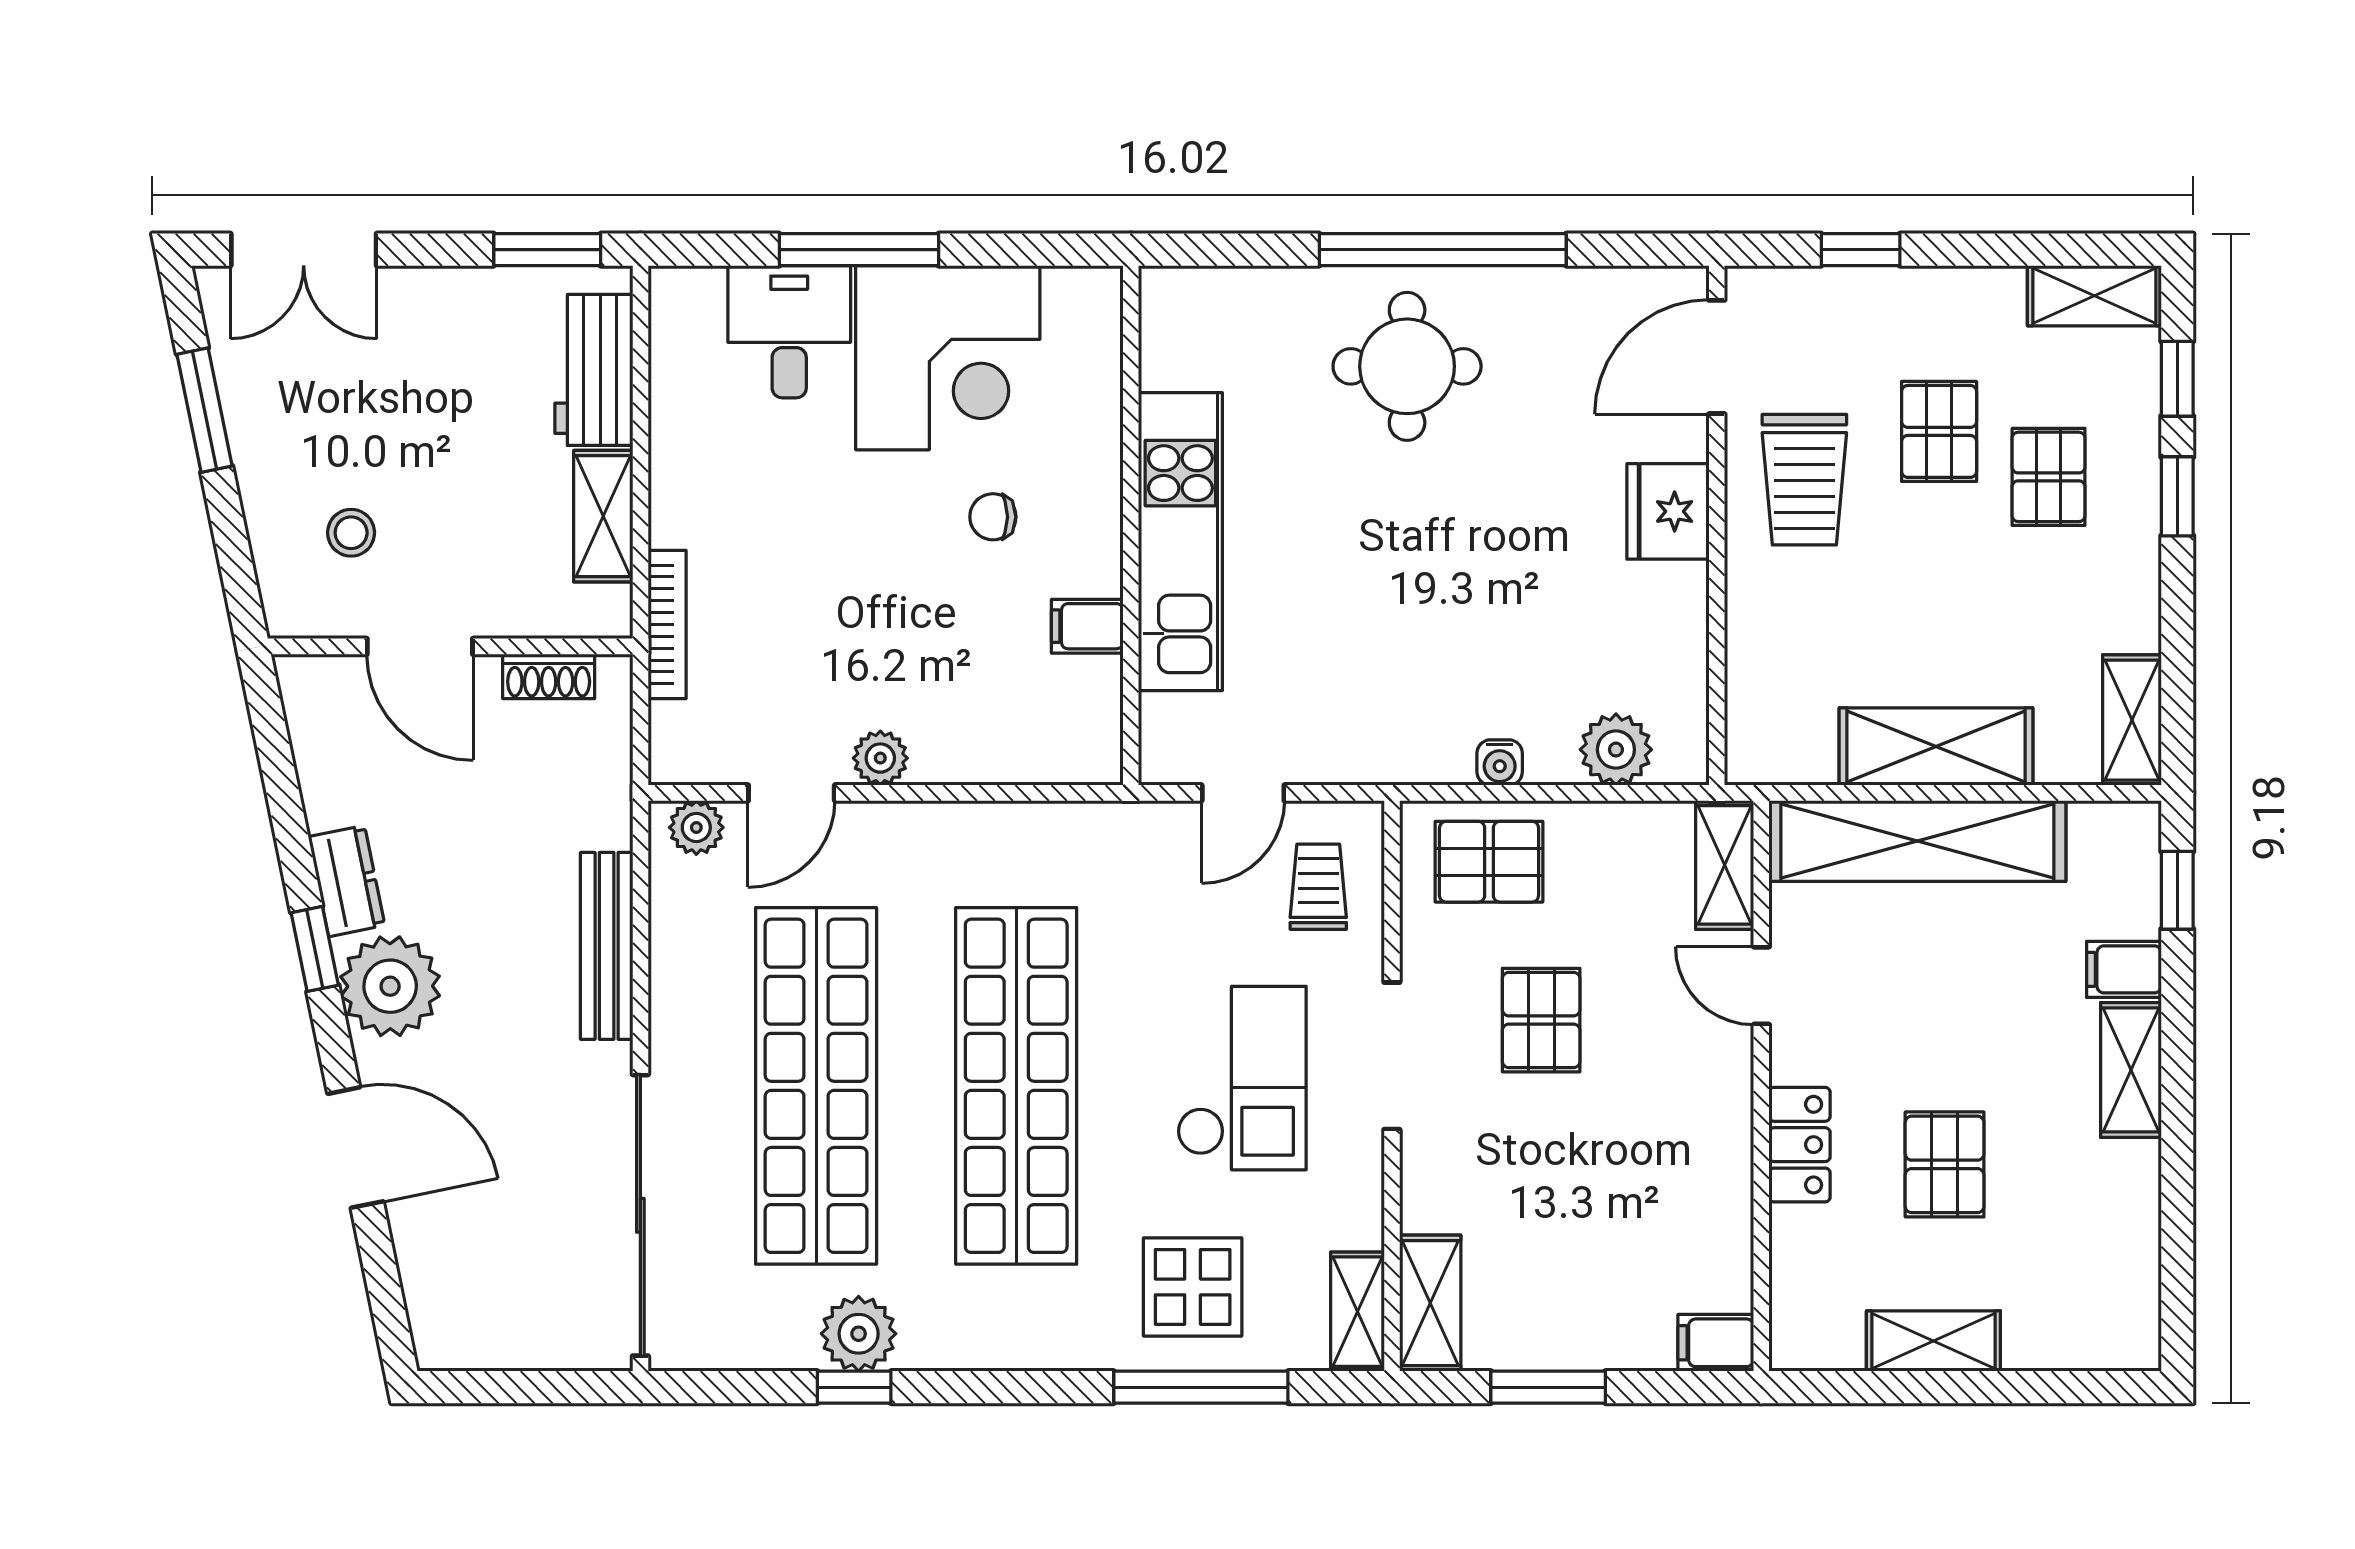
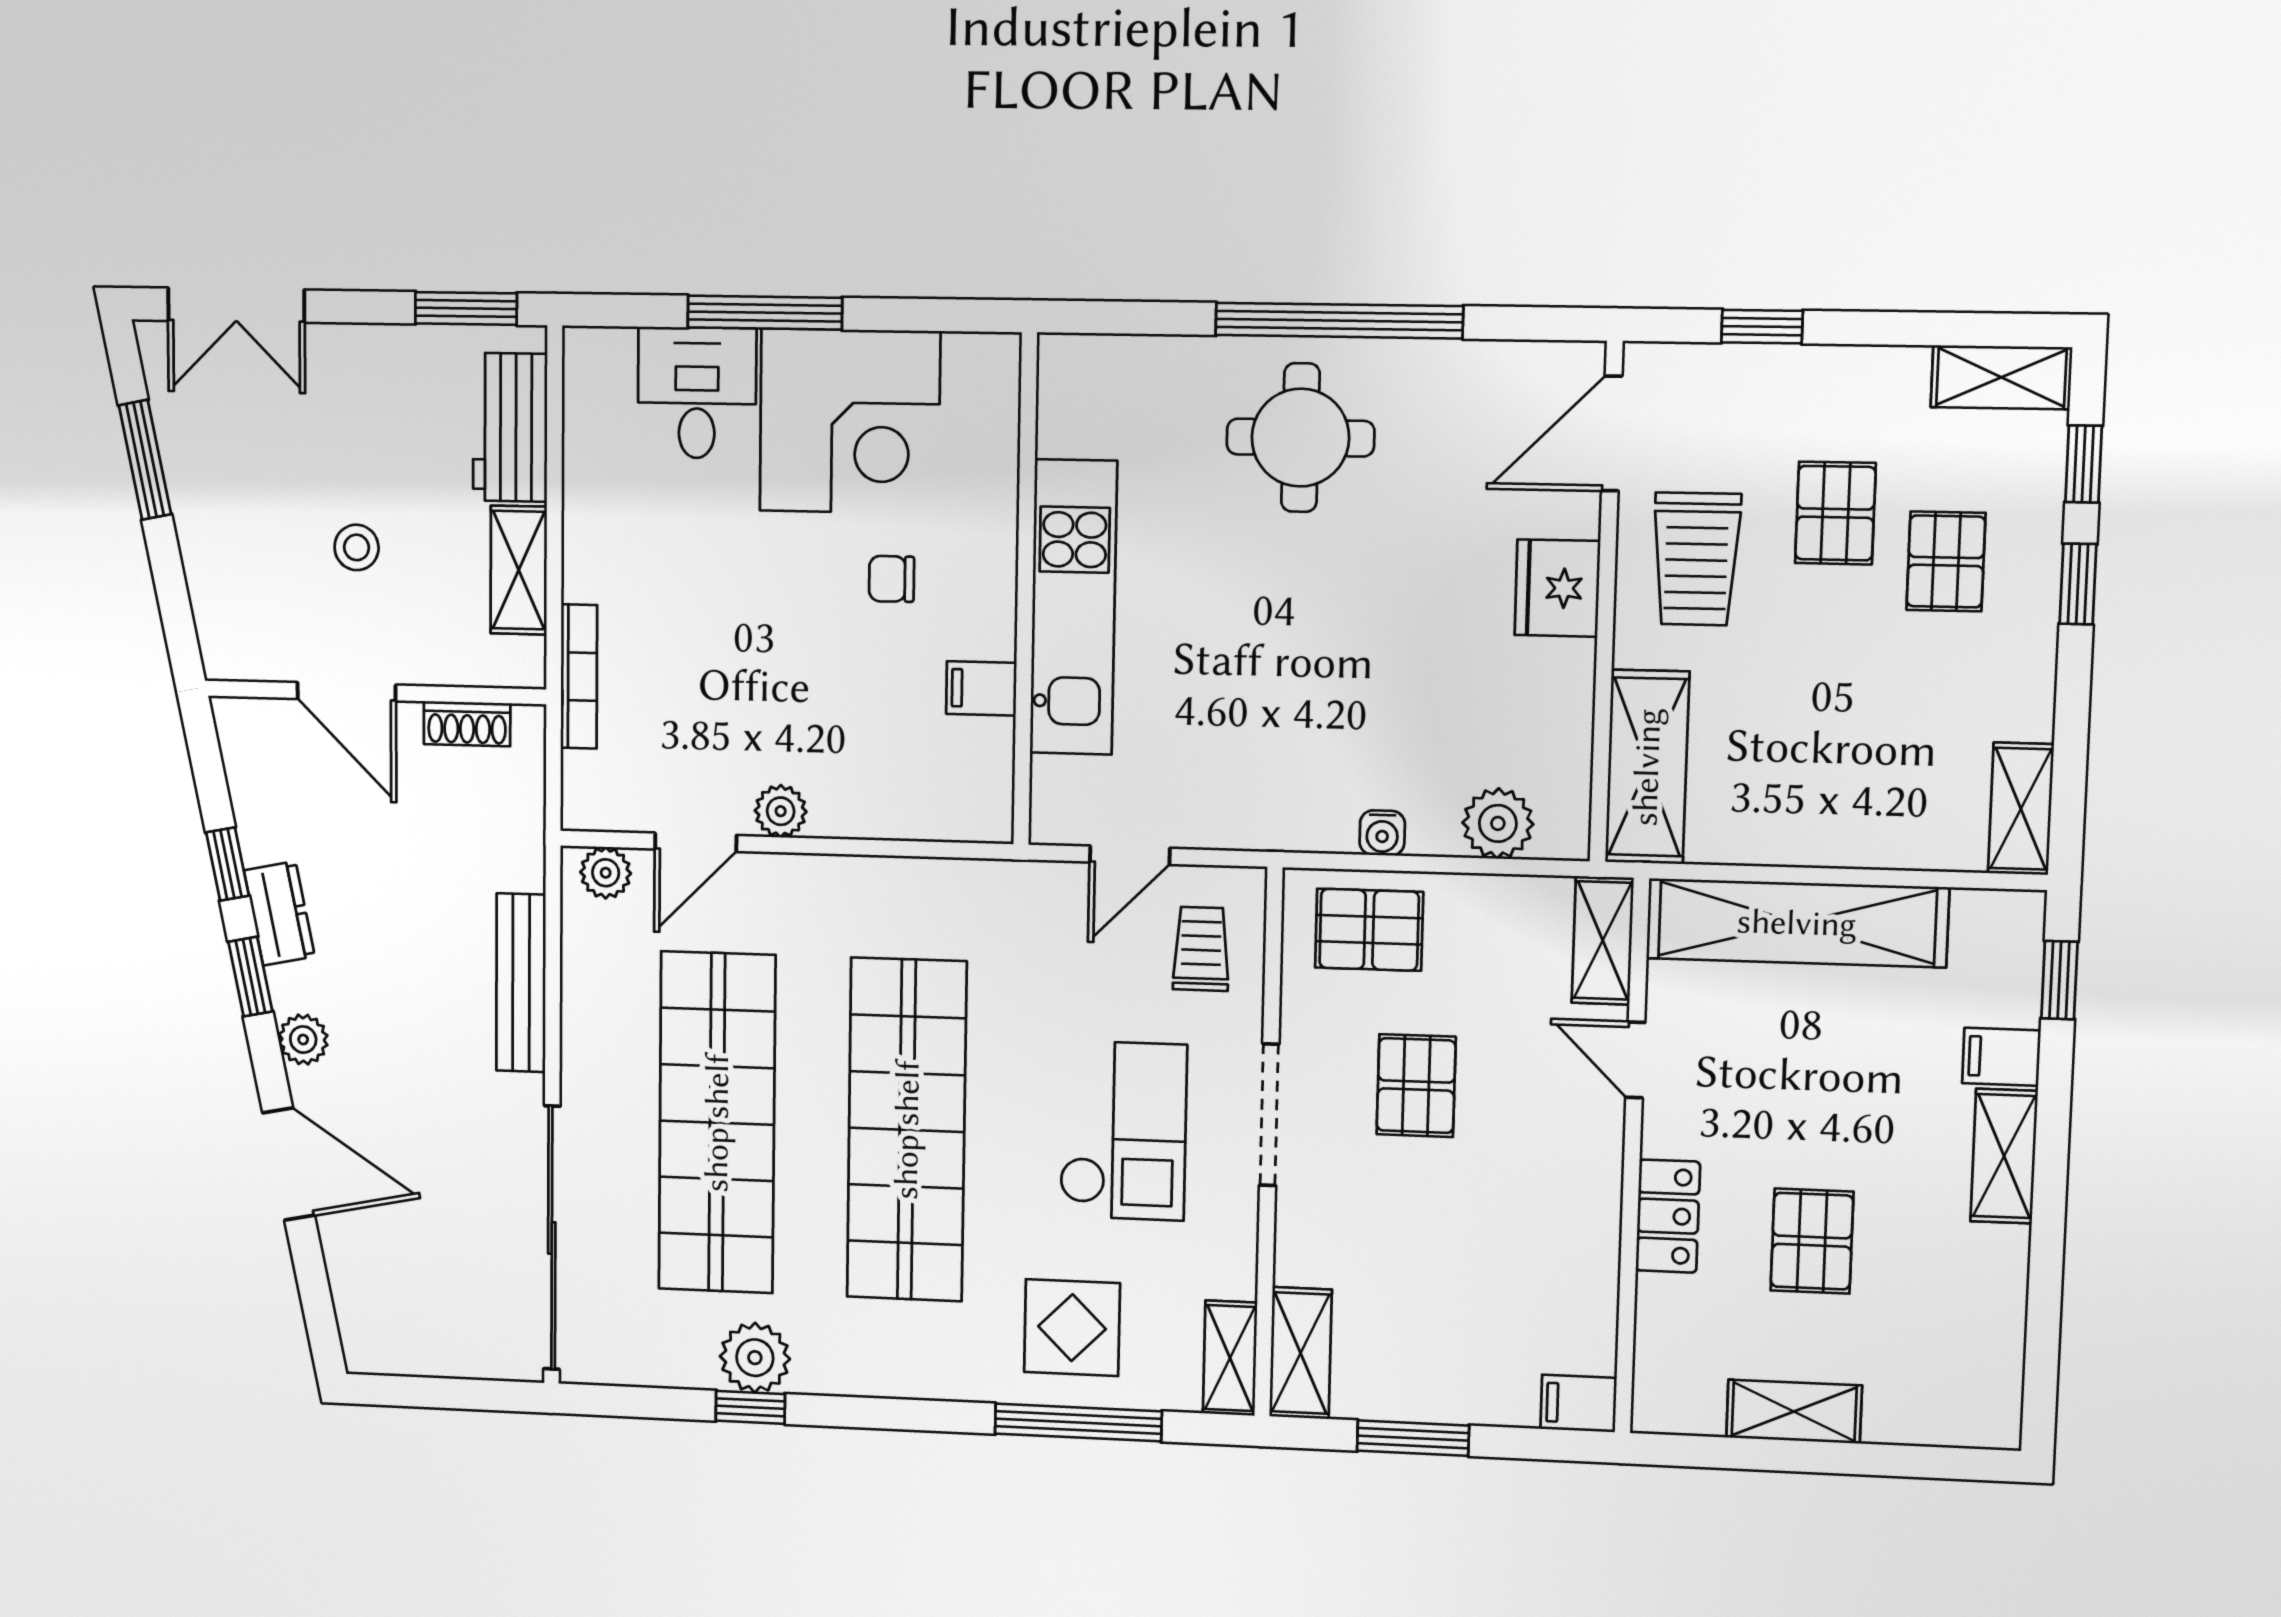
stool: (351, 533) -> (357, 547), moved
shelving: (1936, 747) -> (1647, 767), moved, turned 90
window: (291, 831) -> (227, 864), added
plant: (390, 986) -> (303, 1040), width x0.53, depth x0.53

